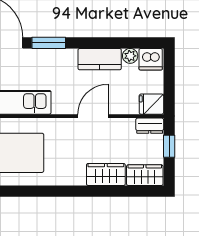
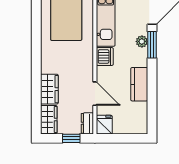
plant: (130, 56) -> (142, 41), moved
dishwasher: (151, 59) -> (105, 57), moved, turned 180
door: (93, 116) -> (95, 94), moved

